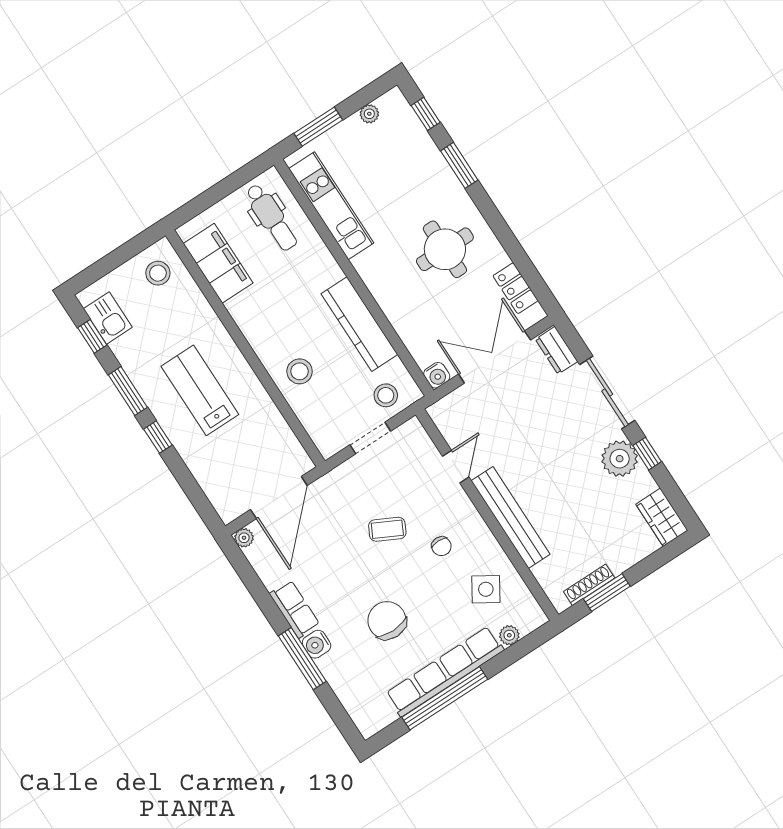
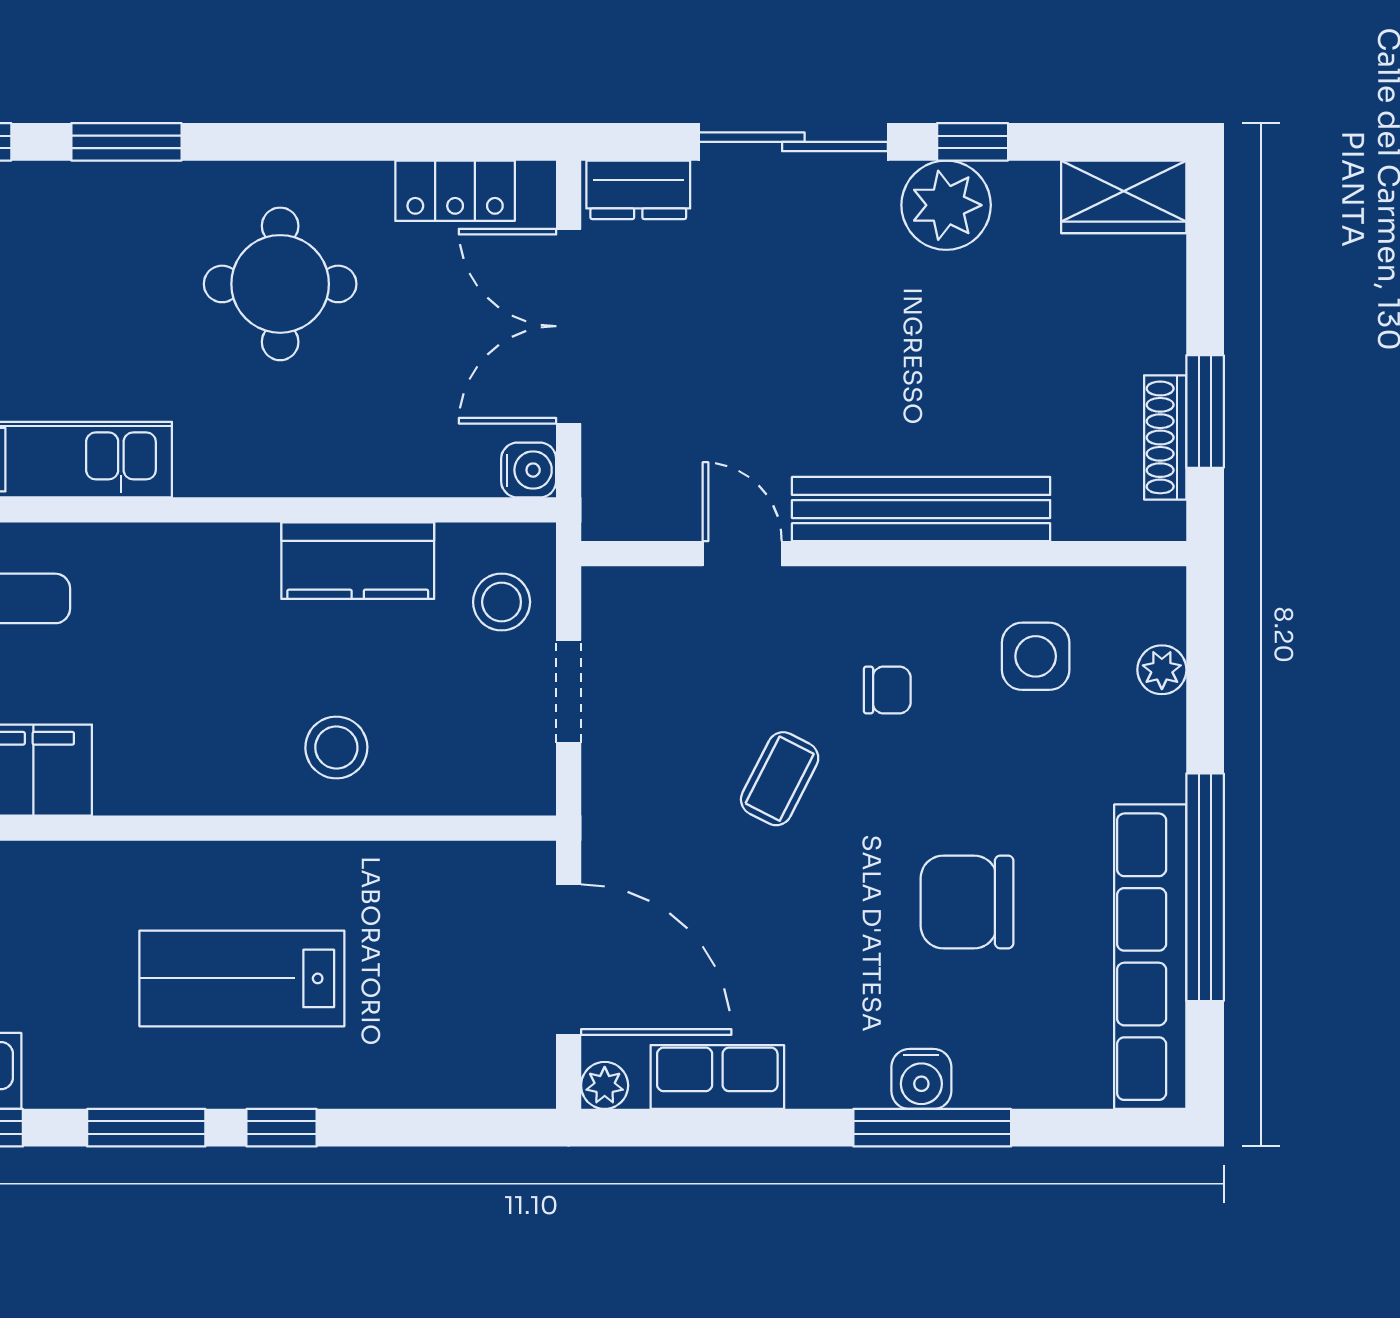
kitchen counter: (359, 324) -> (358, 561), width x0.67
side table: (486, 589) -> (1036, 656), turned -32
row of seats: (295, 609) -> (717, 1077), moved
row of seats: (445, 672) -> (1150, 957), moved

